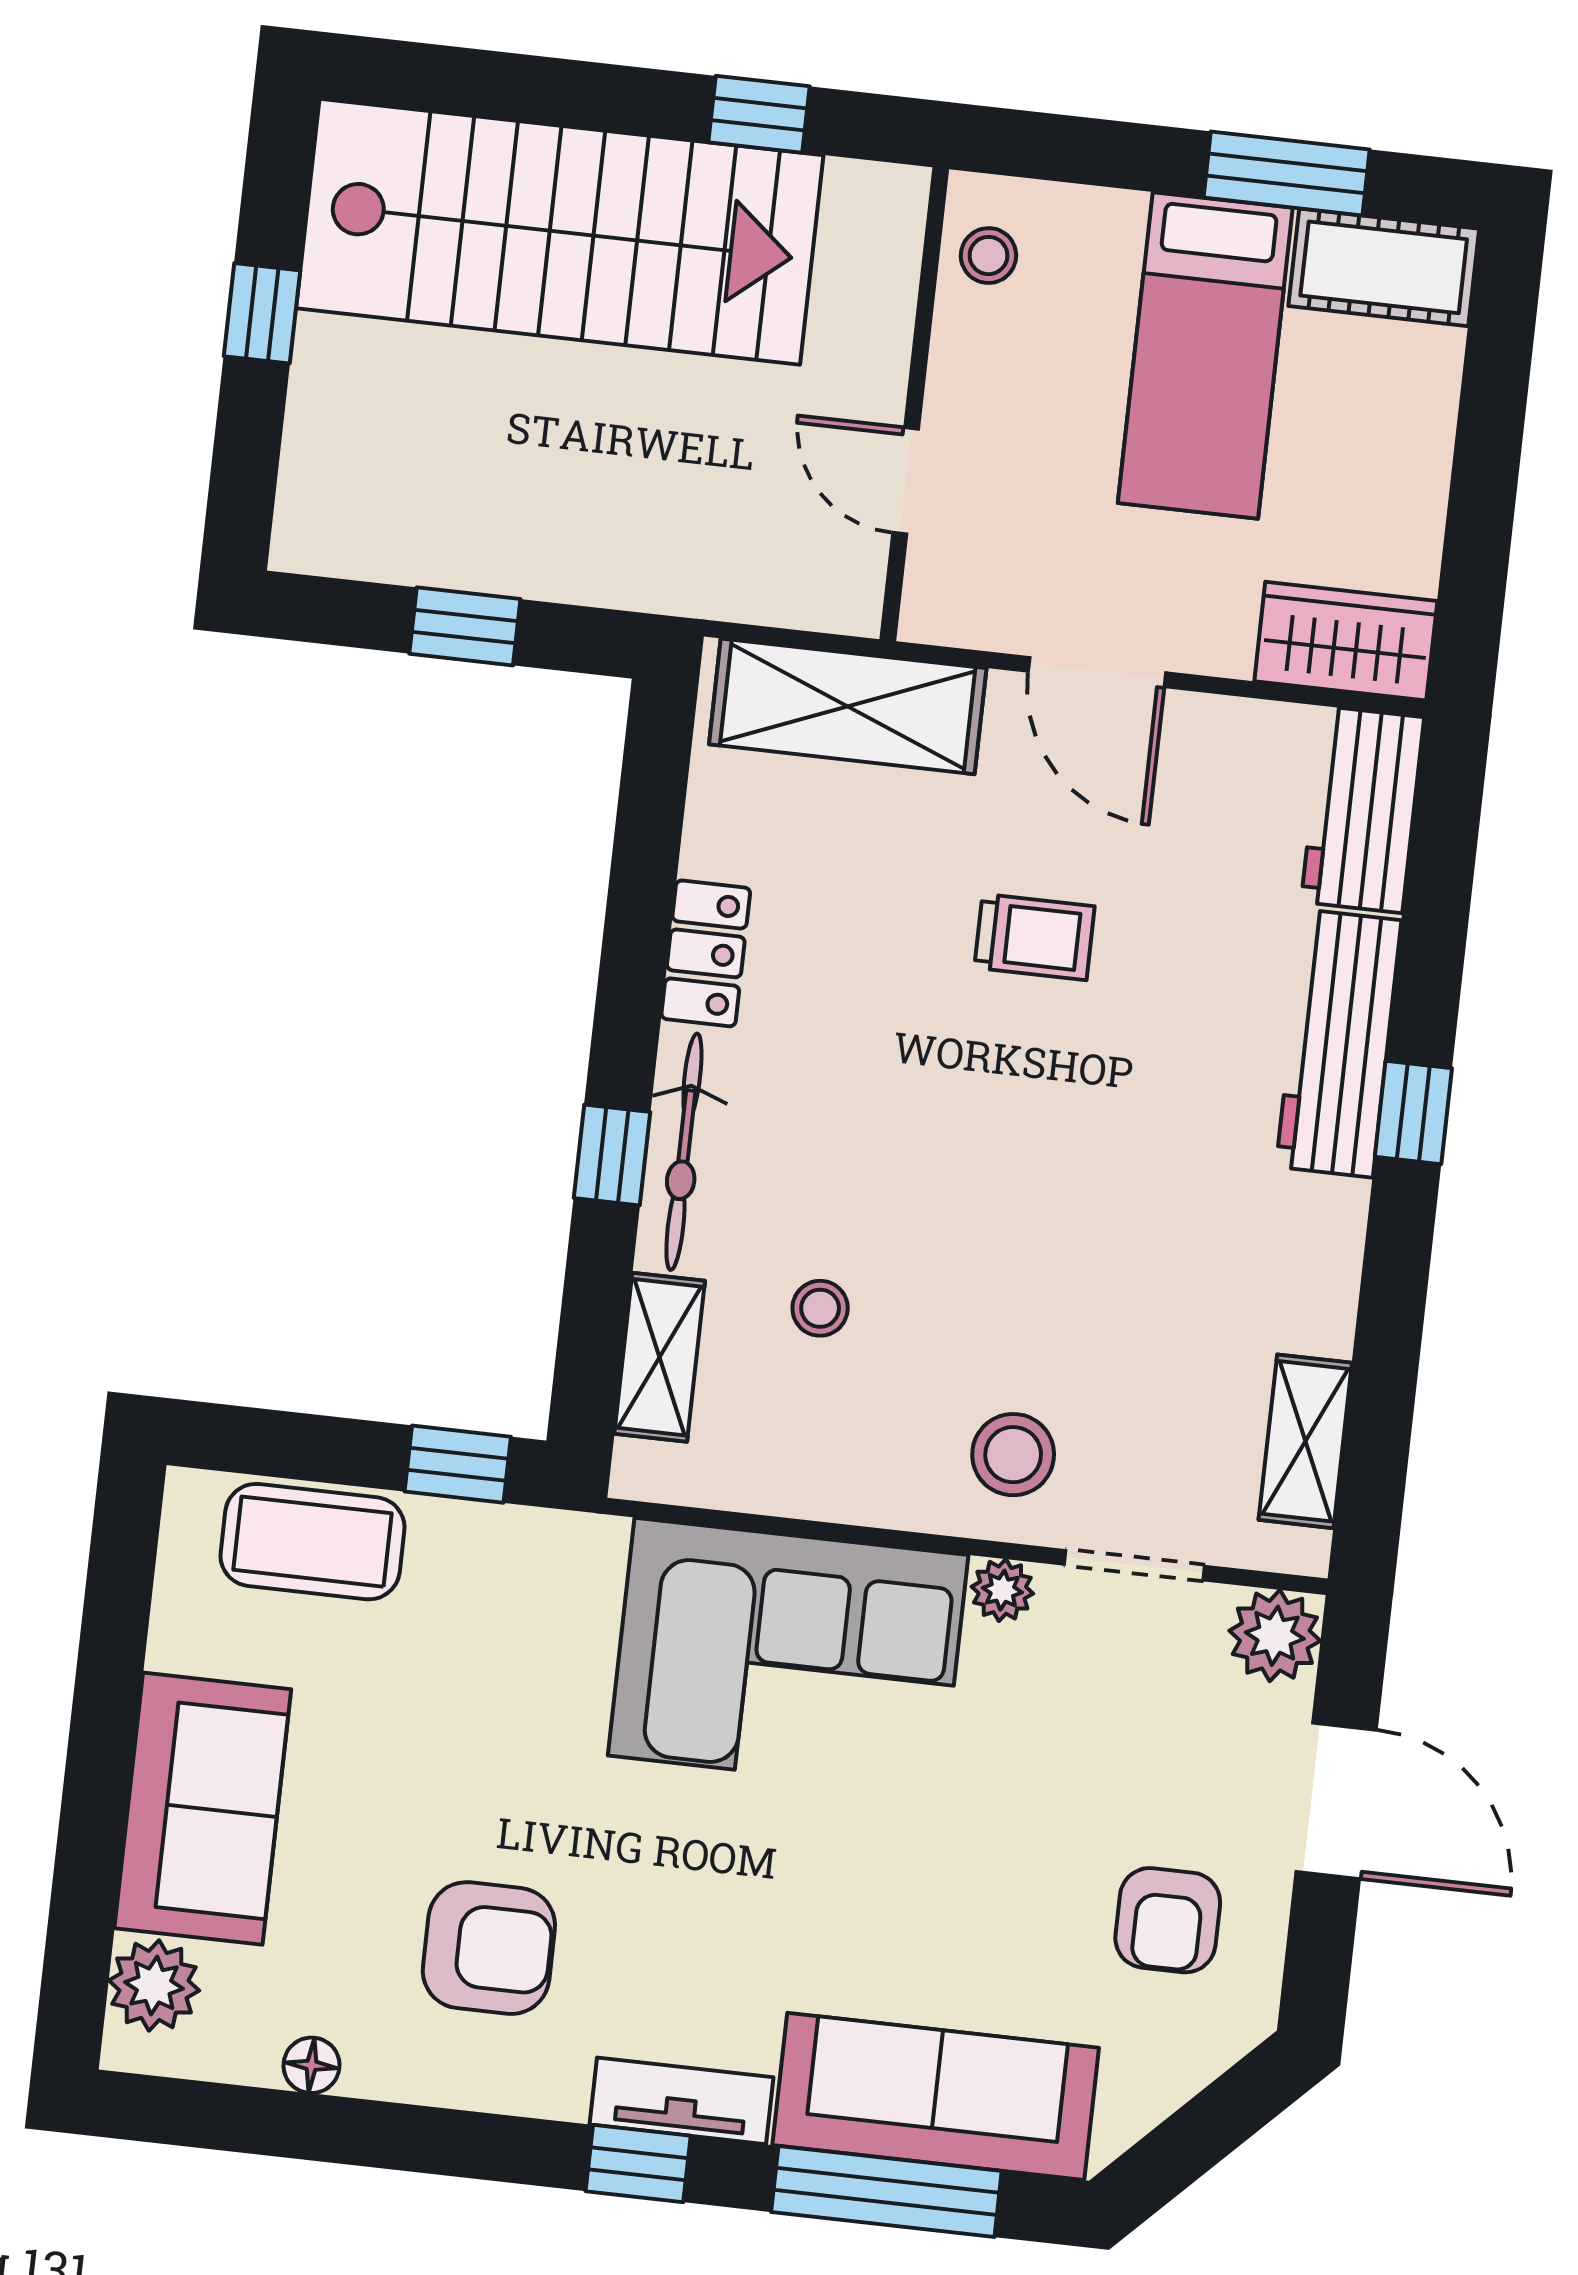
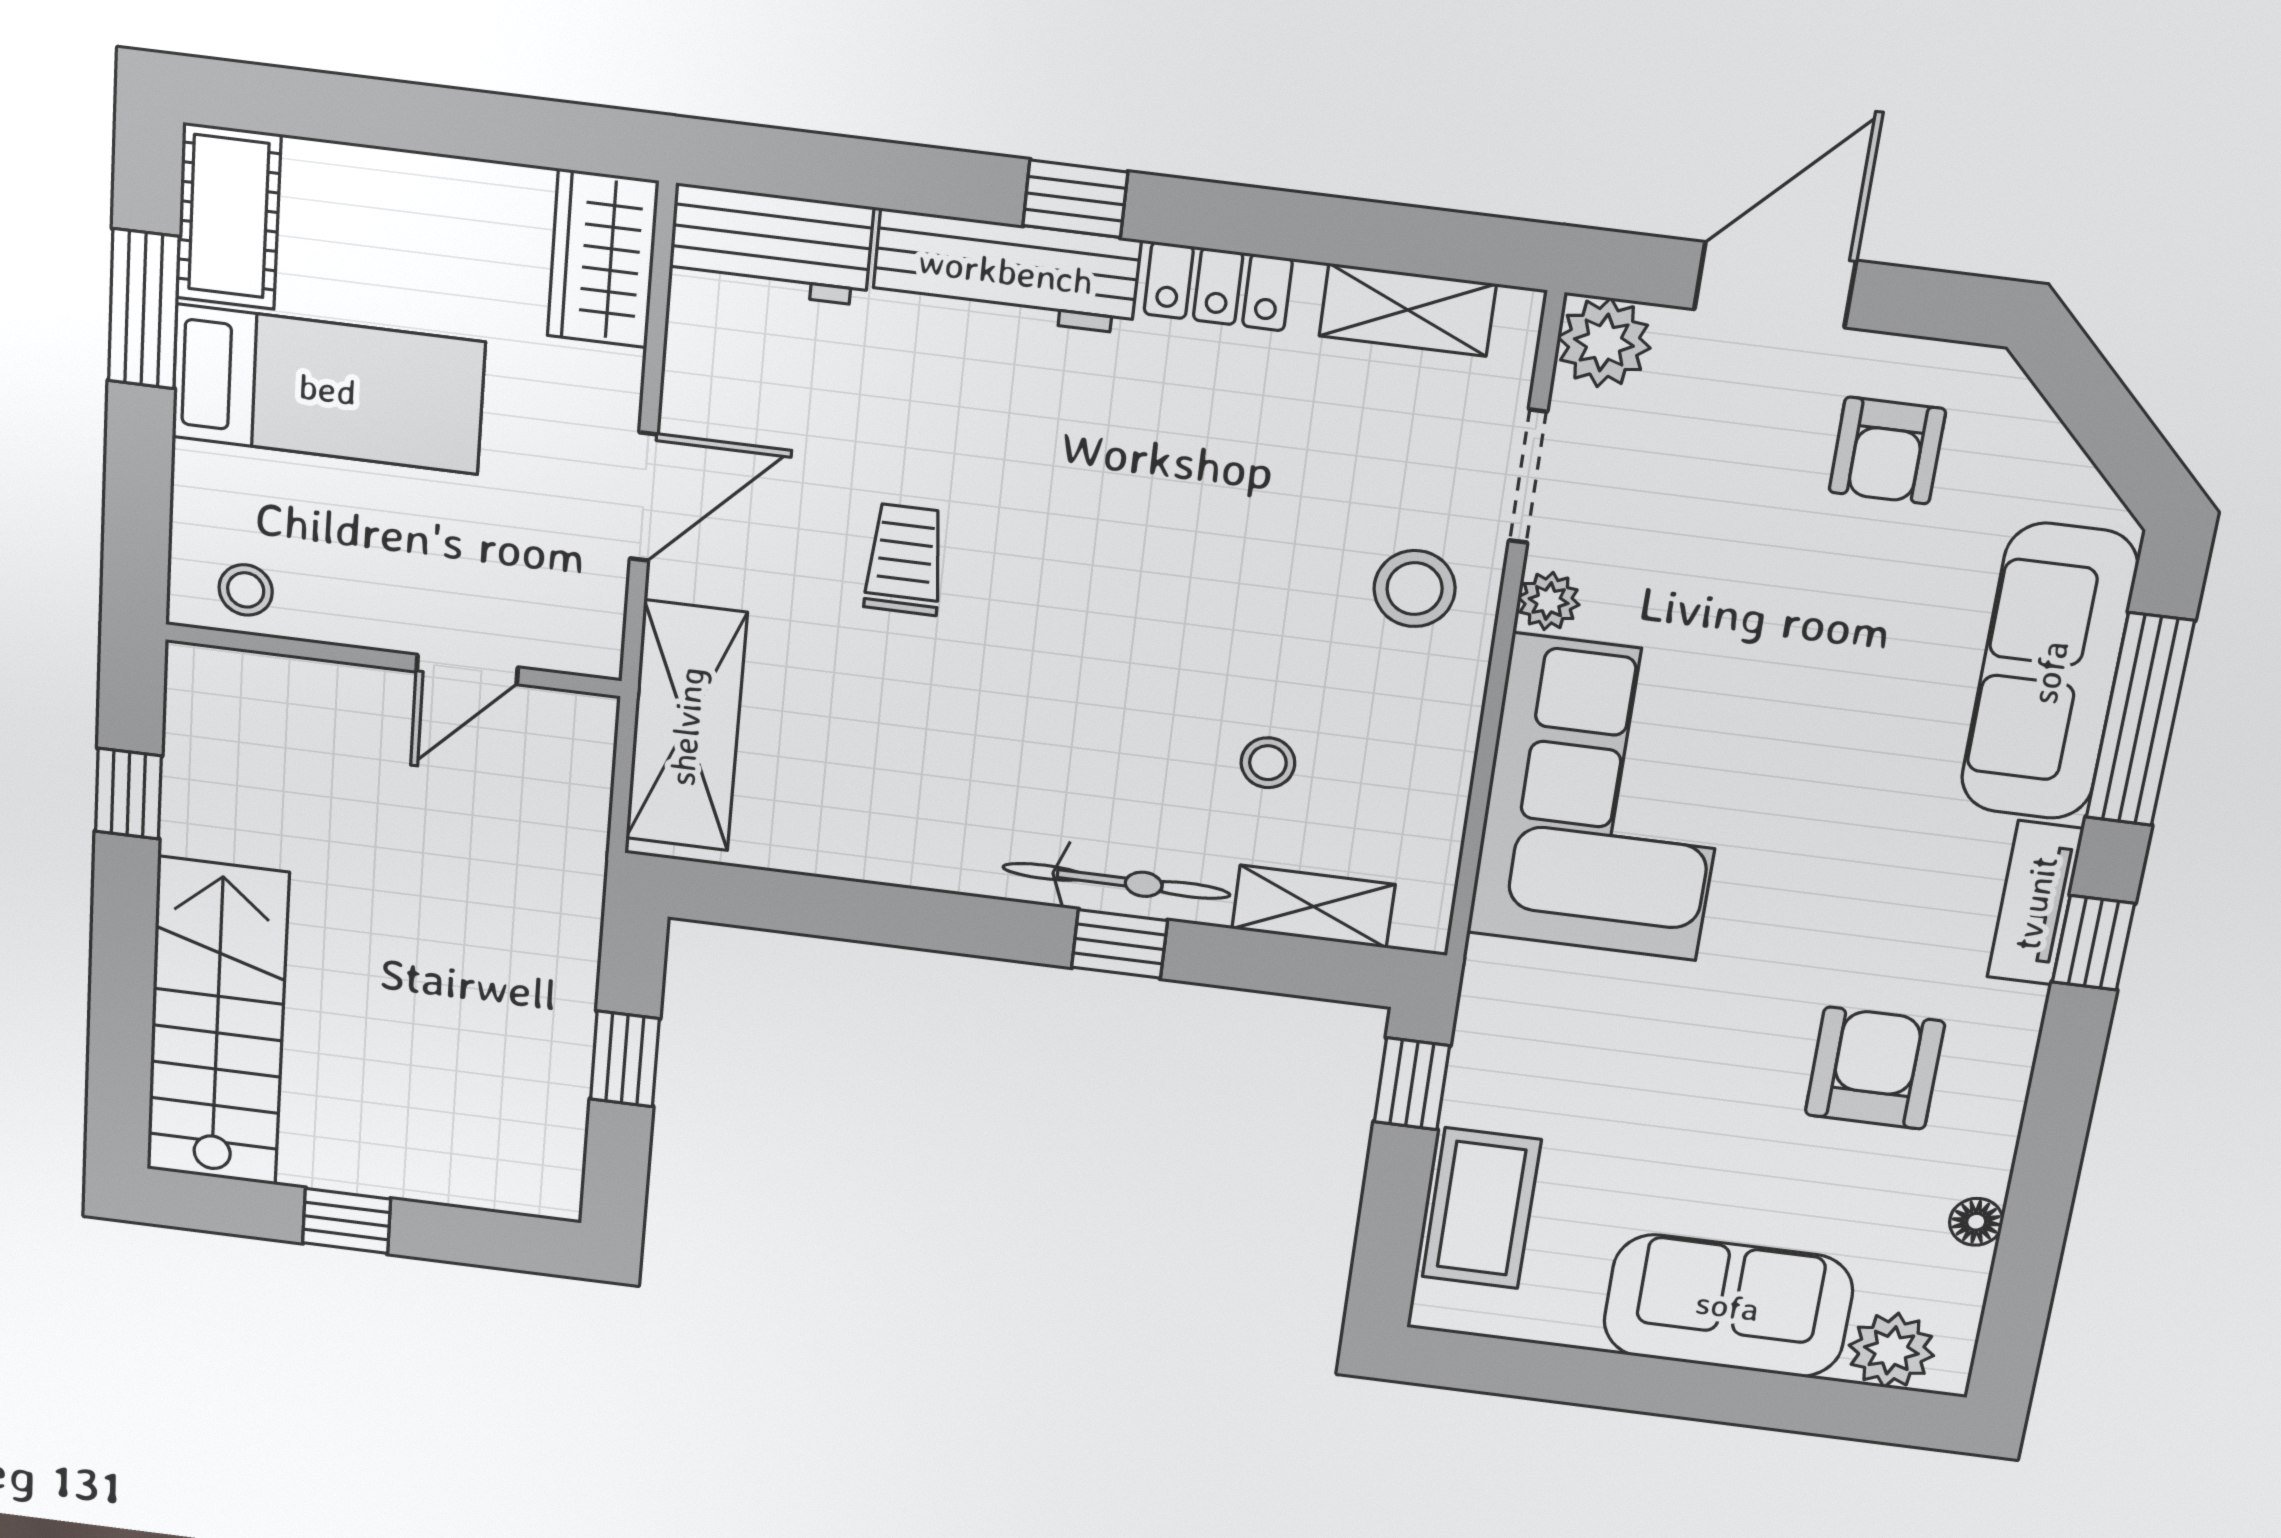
stairs: (560, 232) -> (217, 1022), width x0.73, depth x0.66
locker: (706, 953) -> (1218, 286), moved, turned 180
armchair: (1168, 1920) -> (1887, 451), turned 90

